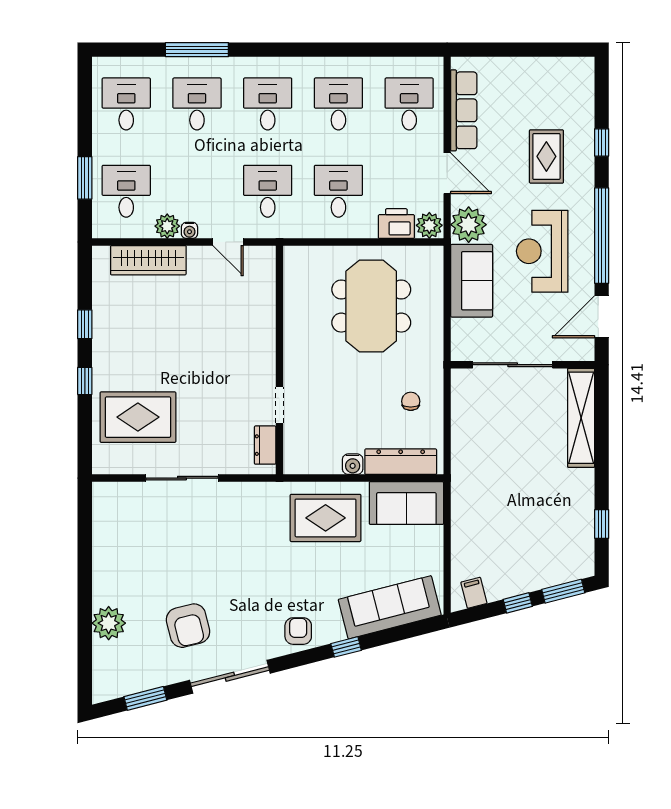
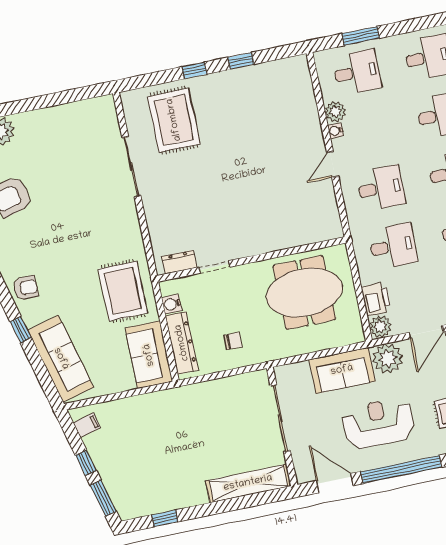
wardrobe: (148, 260) -> (304, 102), removed
wall: (279, 360) -> (251, 259), moved
doorway: (279, 405) -> (214, 267), moved
dresser: (265, 445) -> (179, 262), moved

